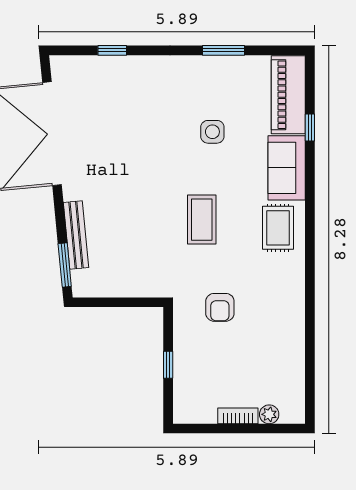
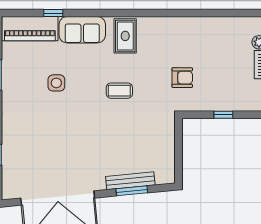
coffee table: (202, 220) -> (119, 91), width x0.73, depth x0.77
rug: (278, 228) -> (125, 36), turned 90
window: (65, 265) -> (132, 191), moved

